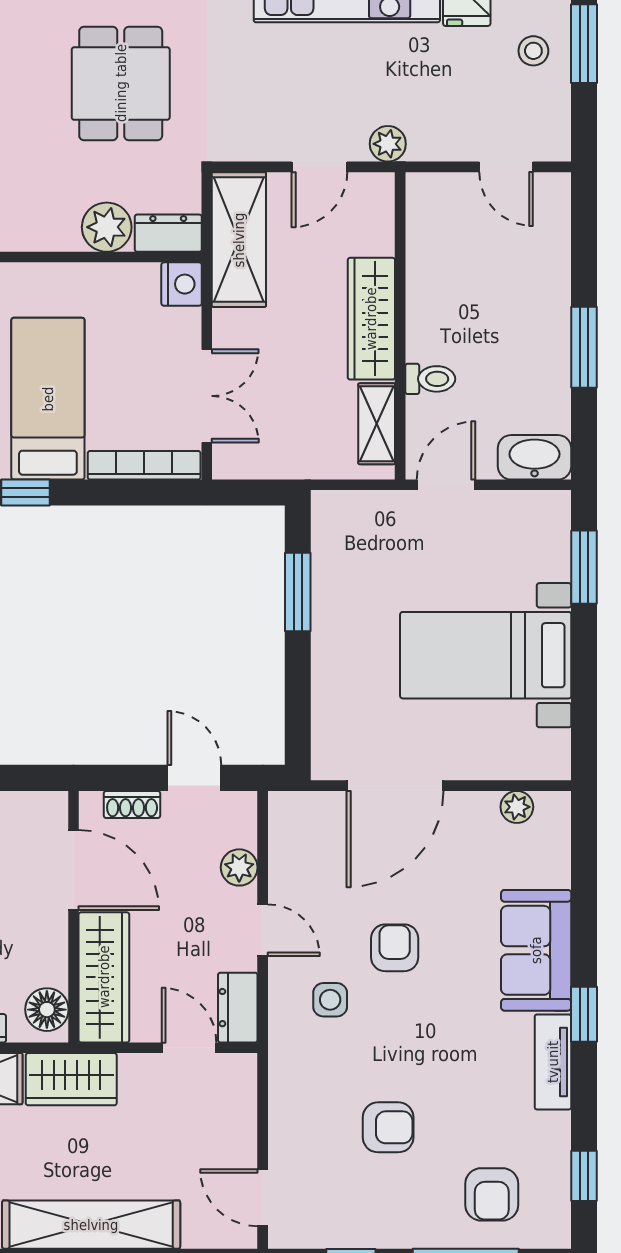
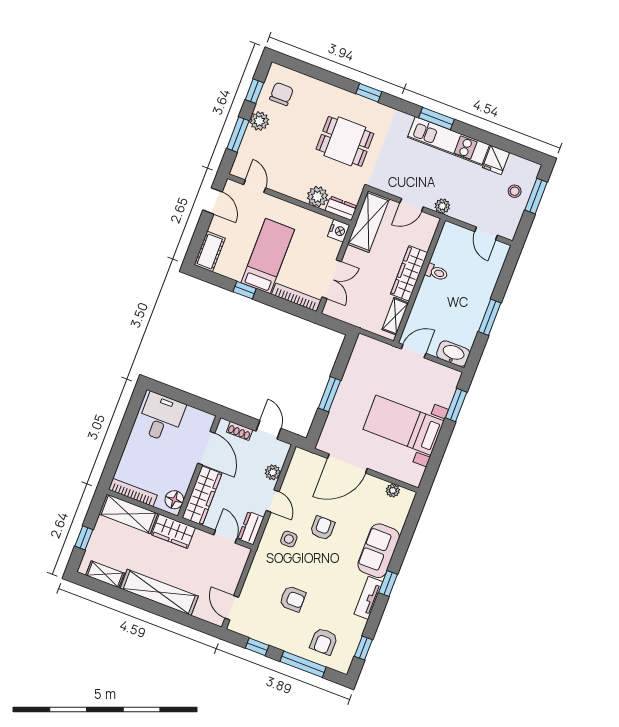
dining table: (121, 83) -> (345, 141), turned 90
toilet: (430, 379) -> (436, 272), moved
window: (298, 592) -> (329, 394), moved

